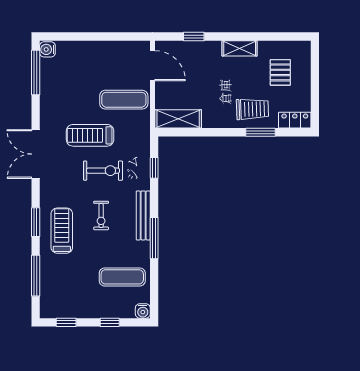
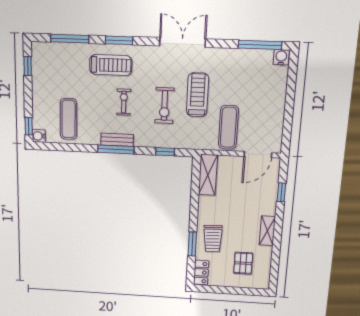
pallet: (280, 72) -> (243, 263), turned 90
exercise bike: (101, 215) -> (124, 102), turned 90
bench: (143, 215) -> (117, 140), width x0.73
window: (154, 238) -> (116, 149), moved
window: (110, 322) -> (29, 126), moved

